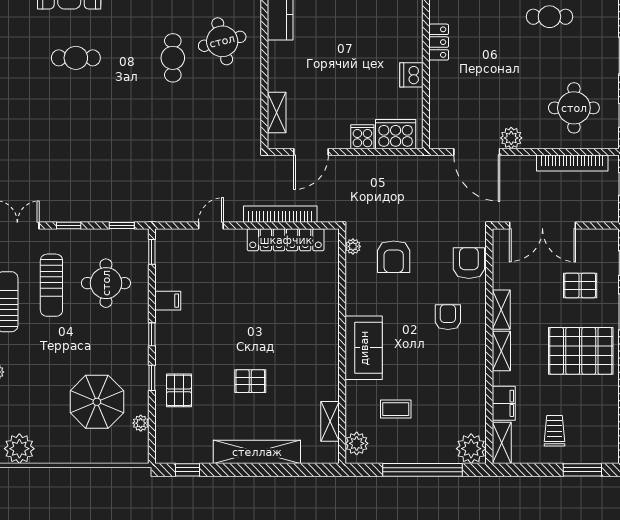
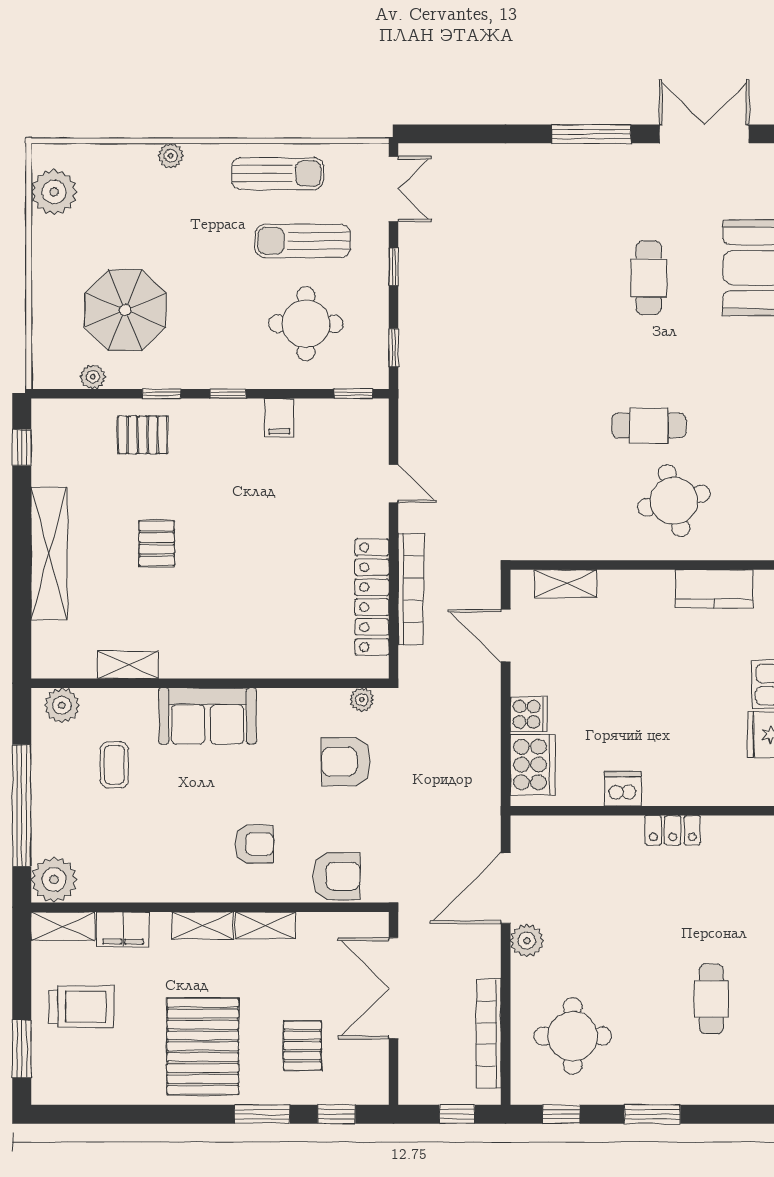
shelving: (330, 421) -> (128, 665), moved
trolley: (555, 431) -> (81, 1007), width x1.36, depth x1.39

